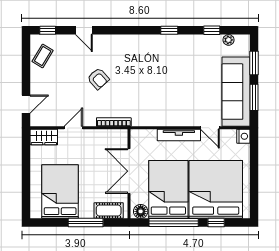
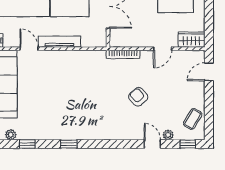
plant: (68, 40) -> (168, 135), added

